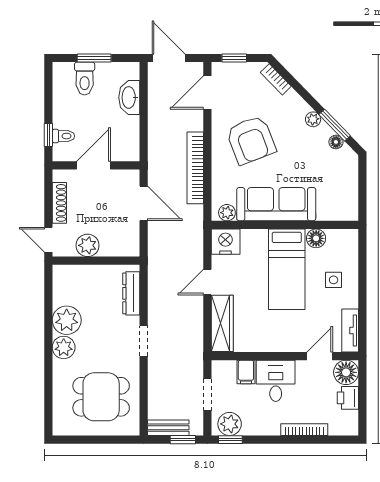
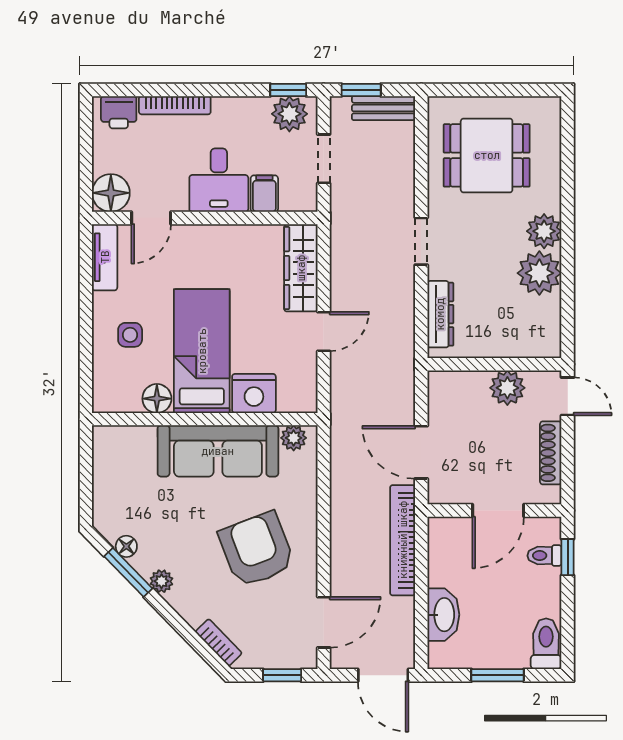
toilet: (85, 78) -> (546, 644), moved
bookcase: (195, 168) -> (403, 540), moved, turned 180
nightstand: (226, 242) -> (254, 393), moved
printer: (348, 398) -> (119, 112), moved, turned 90

